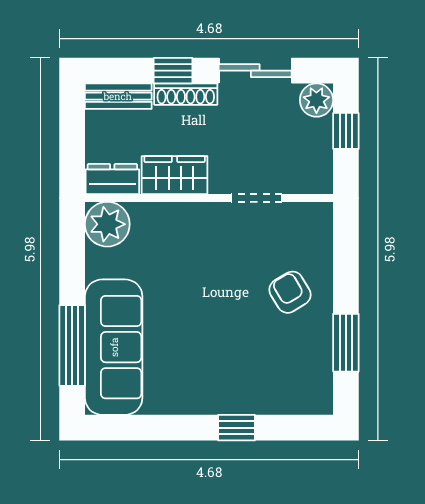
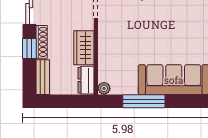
plant: (107, 224) -> (104, 88), width x0.53, depth x0.53
window: (72, 345) -> (144, 101), moved

